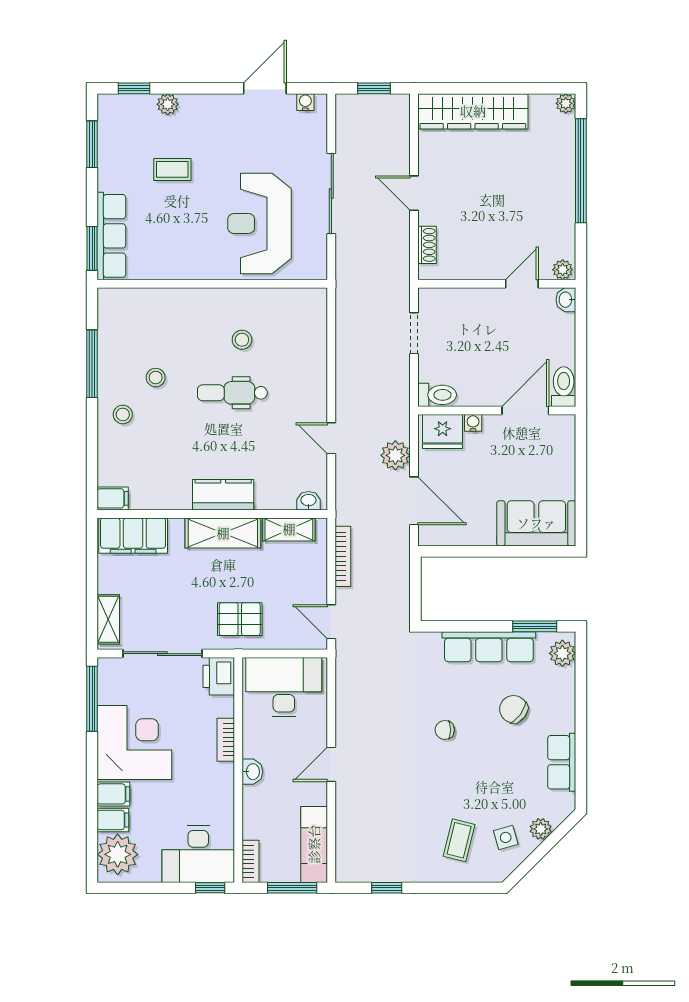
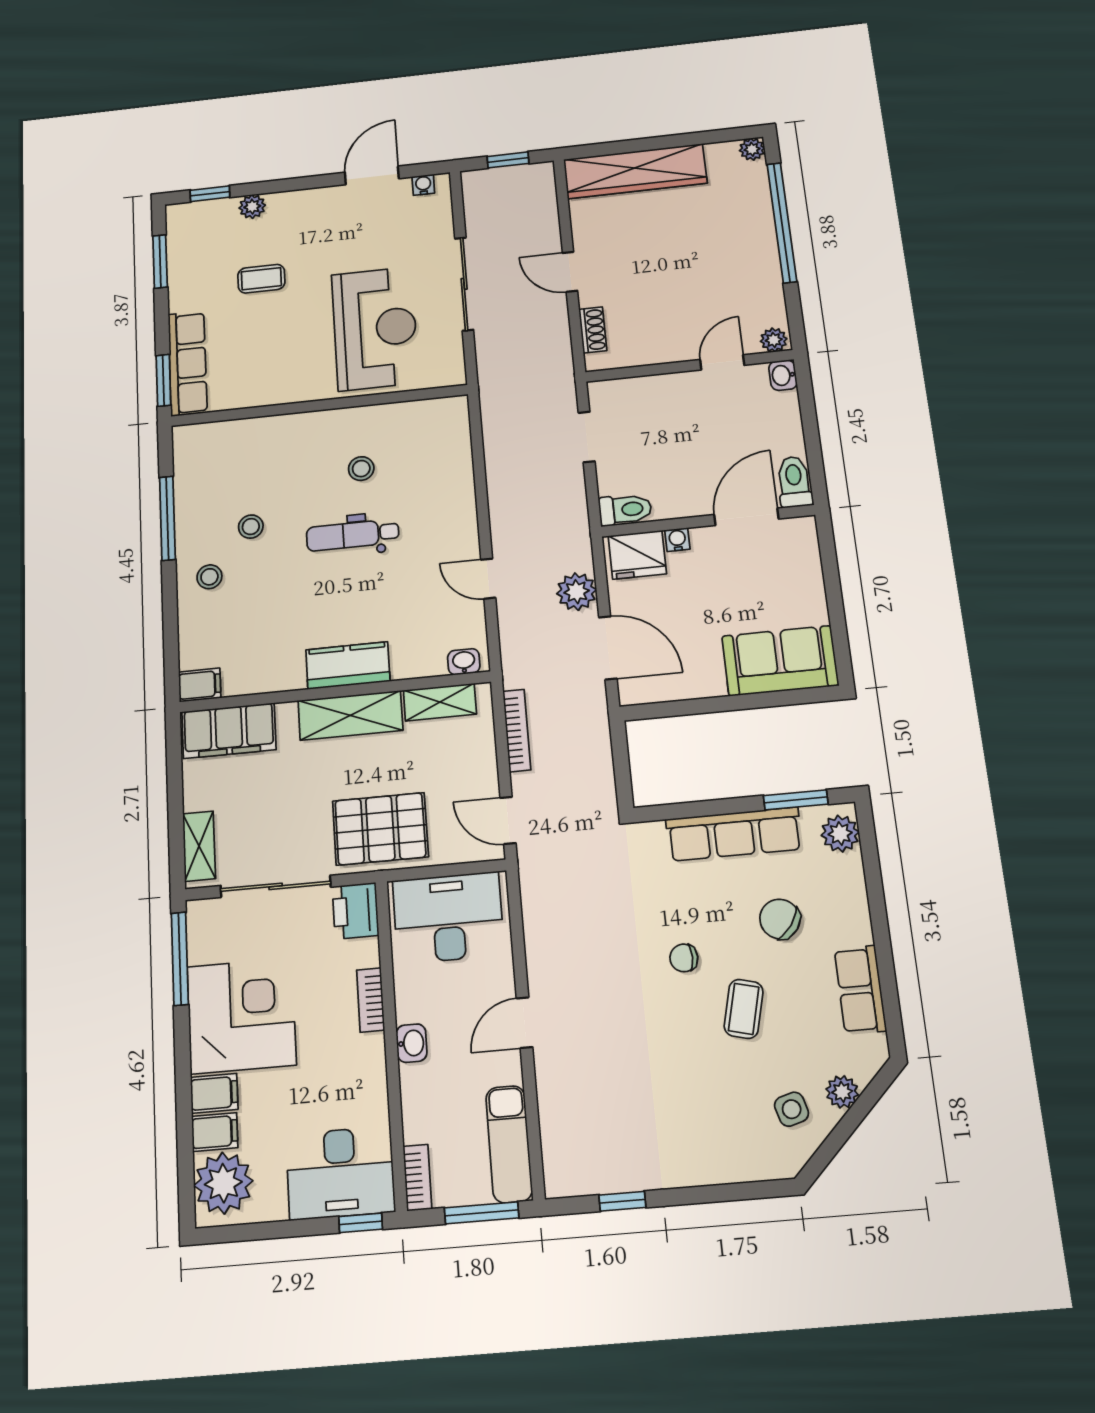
reception desk: (259, 224) -> (375, 328), turned 180
pallet: (240, 619) -> (380, 829), width x1.50, depth x1.42
coffee table: (459, 840) -> (744, 1009), moved

